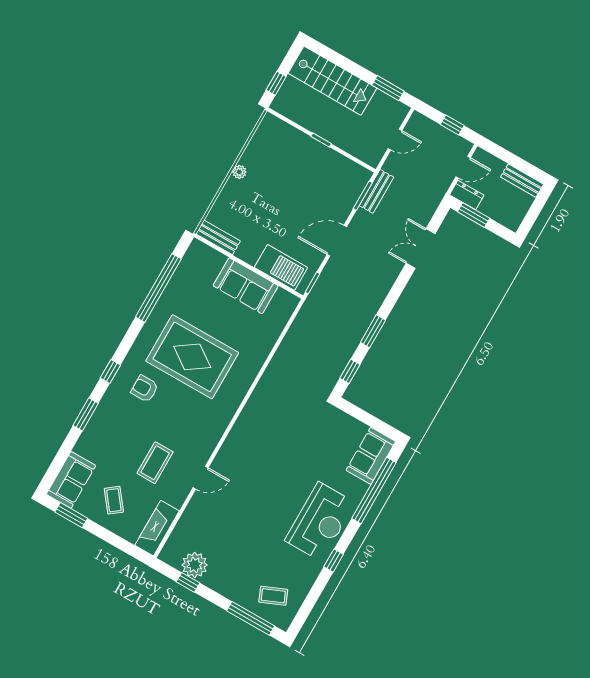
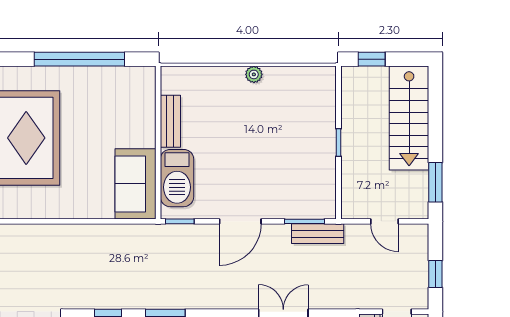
bench: (218, 237) -> (170, 121), moved
door: (337, 241) -> (240, 221), swing flipped
sofa: (246, 286) -> (135, 184), moved

